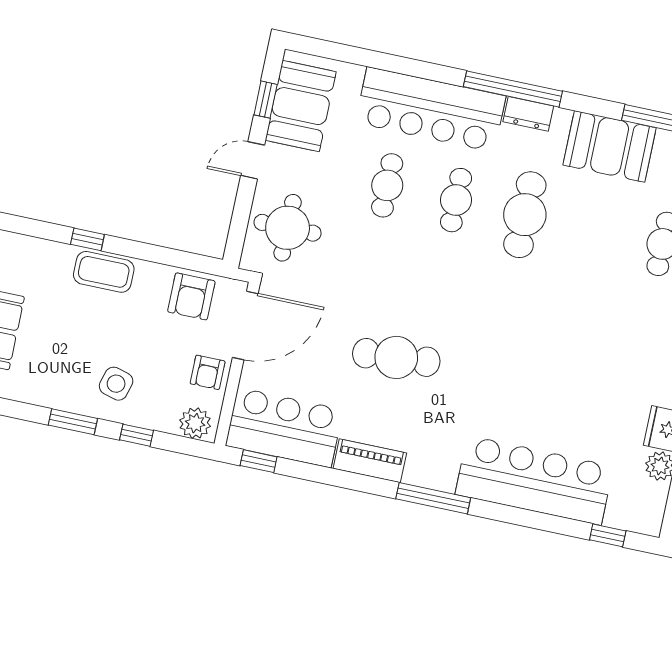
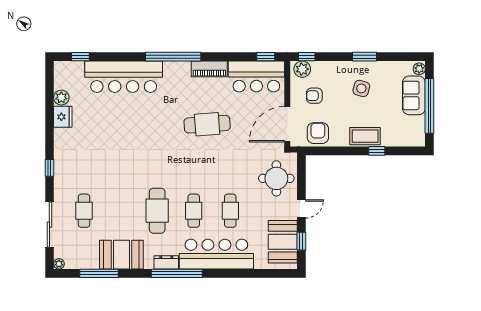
armchair: (208, 372) -> (314, 96), moved, turned -90
side table: (116, 384) -> (361, 88), moved
window: (137, 435) -> (307, 57), moved
window: (433, 498) -> (173, 57), width x1.46

